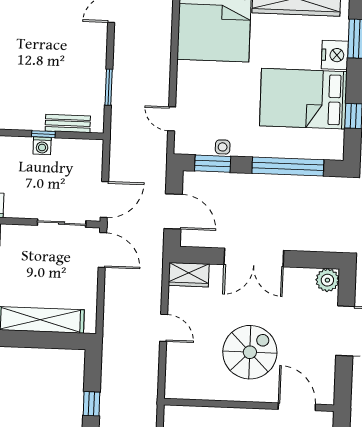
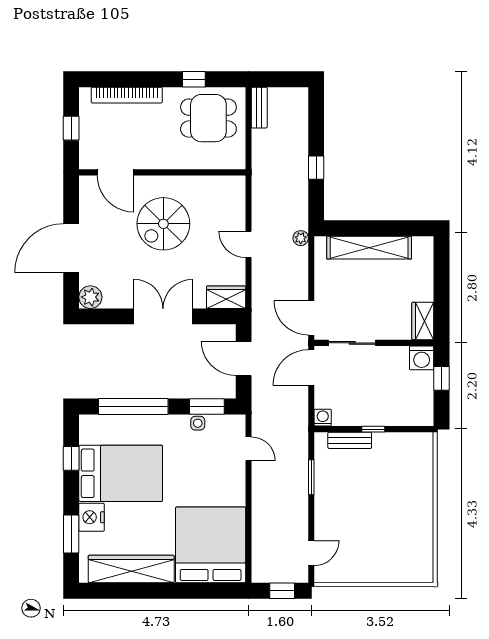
washing machine: (42, 146) -> (323, 418), moved
plant: (110, 332) -> (301, 238), added

